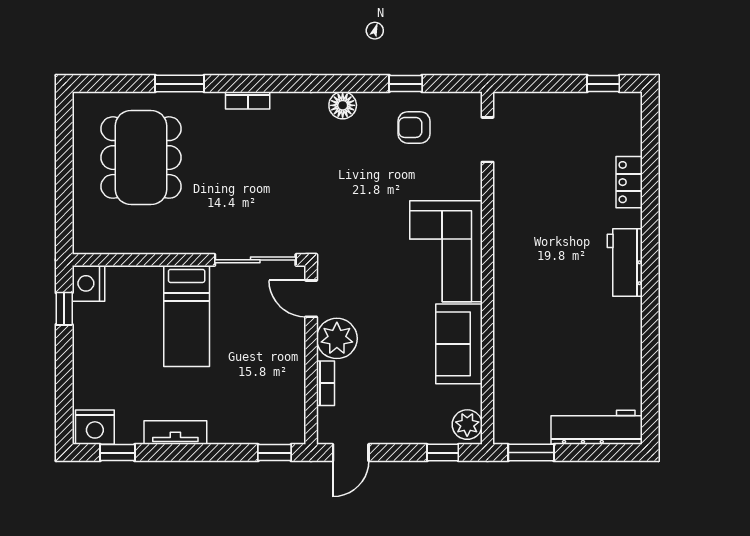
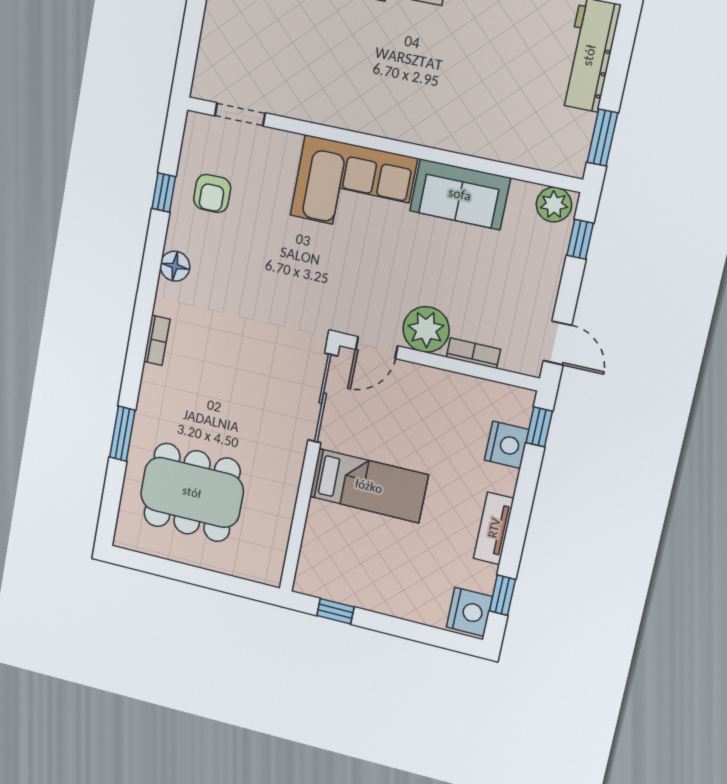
bookcase: (248, 100) -> (157, 340), moved
nightstand: (89, 283) -> (507, 445), moved, turned -90

